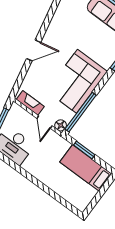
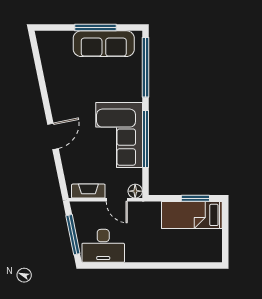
window: (81, 112) -> (145, 139), moved
window: (84, 150) -> (195, 198), moved

